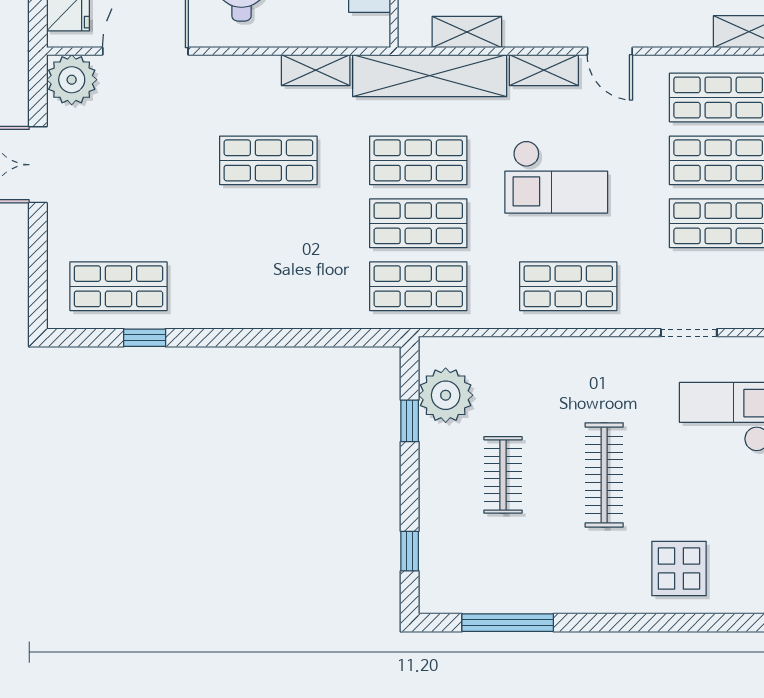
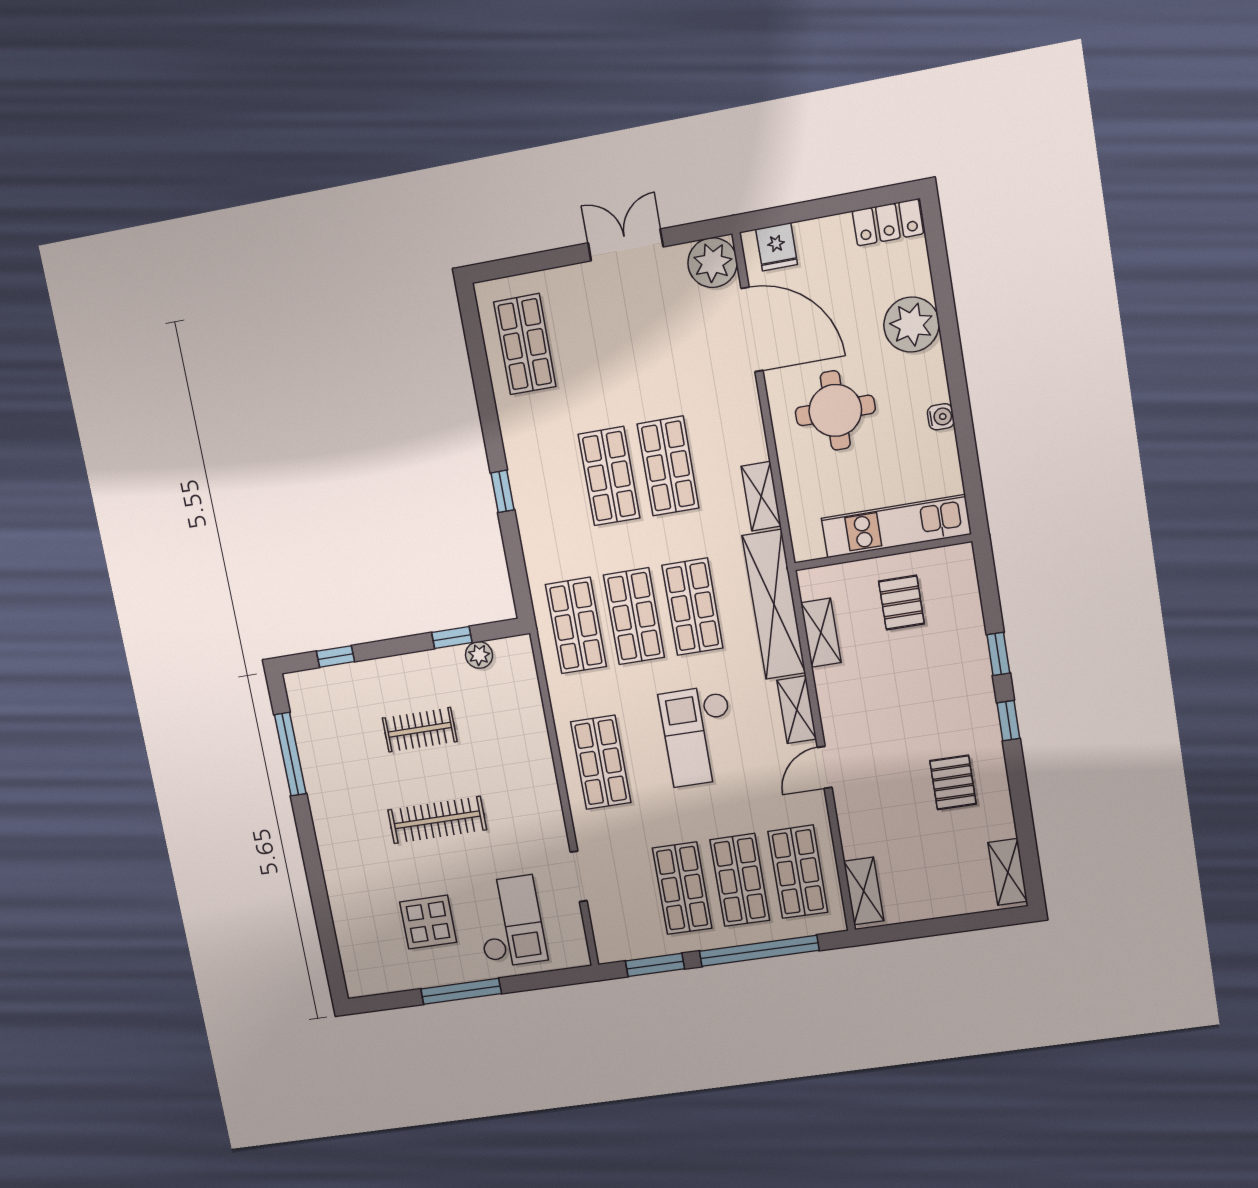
shop shelf: (268, 223) -> (609, 476), added
window: (145, 338) -> (502, 491), moved
plant: (446, 395) -> (479, 655), width x0.53, depth x0.53
display table: (679, 569) -> (428, 922), moved

